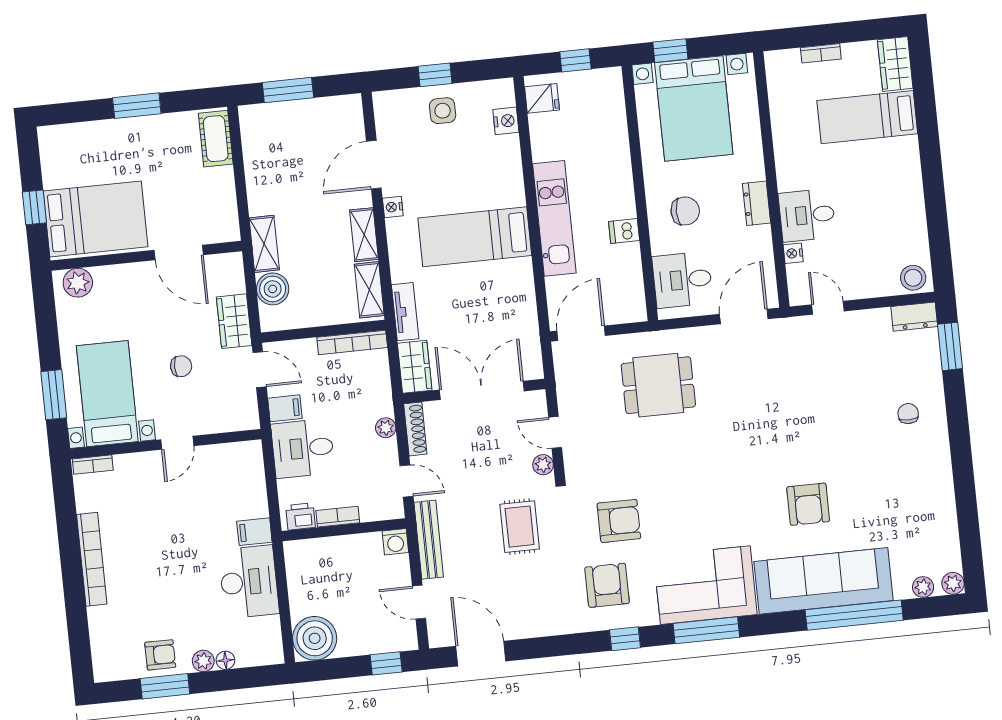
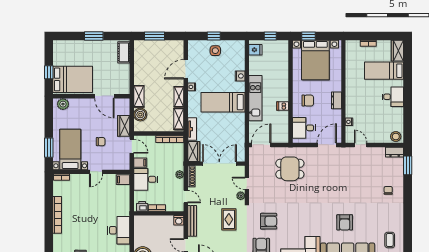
nightstand: (506, 121) -> (240, 76), moved
desk: (807, 215) -> (393, 97), moved, turned 180
filing cabinet: (254, 532) -> (123, 180), moved
coffee table: (925, 537) -> (390, 240), added

